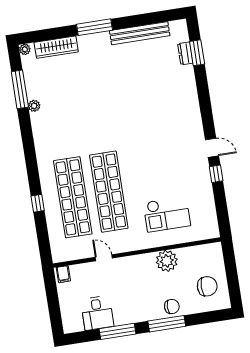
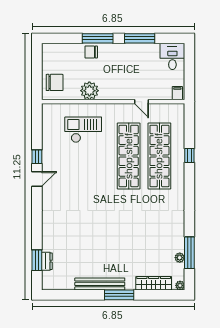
bench: (140, 33) -> (100, 284), moved
plant: (34, 106) -> (180, 258), moved
door: (212, 148) -> (37, 179), swing flipped
chair: (207, 286) -> (55, 82), moved, turned 180
desk: (97, 313) -> (172, 56), moved

